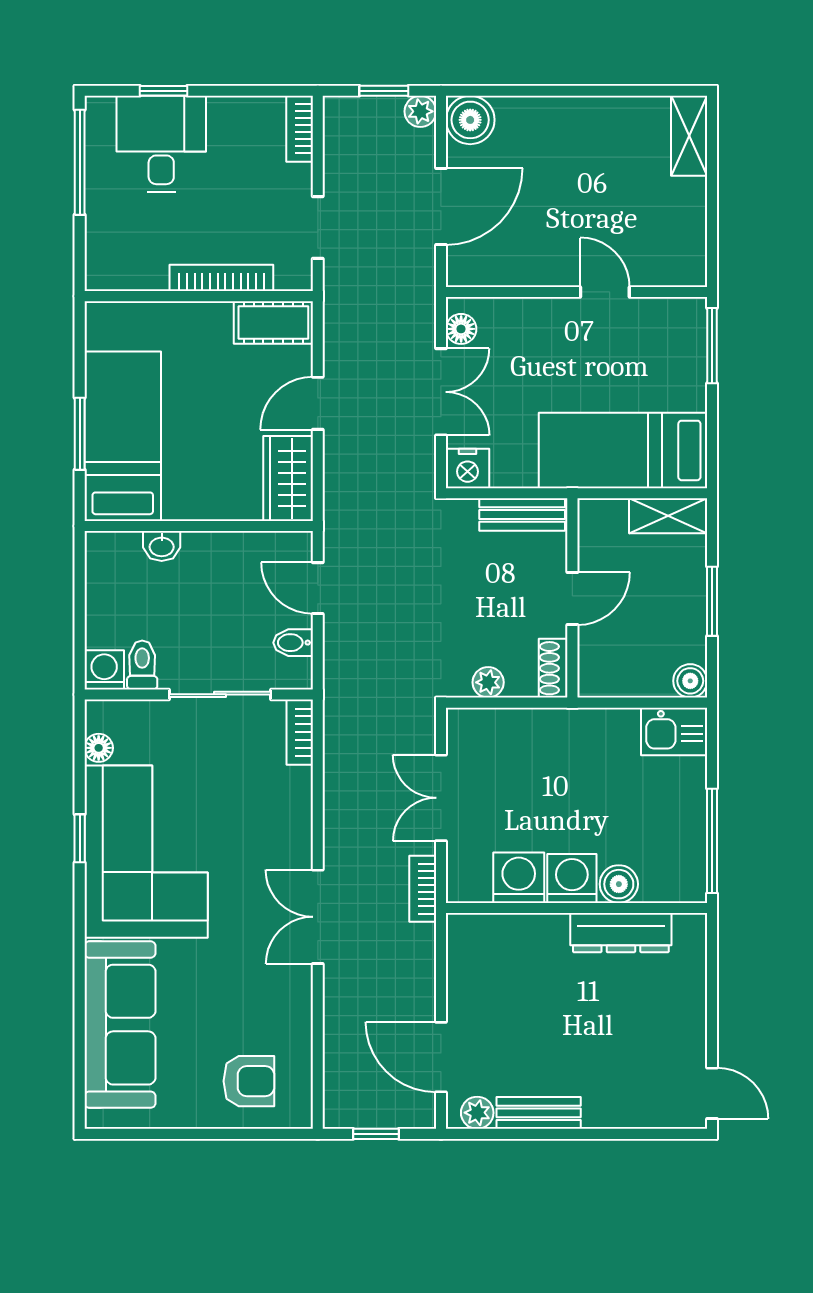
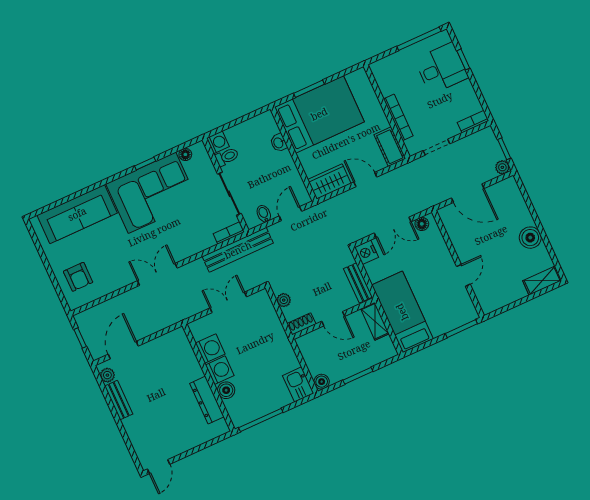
boiler: (470, 120) -> (530, 238), moved
bed: (123, 436) -> (319, 114), width x1.50
shelving: (668, 516) -> (375, 321), moved
bench: (342, 730) -> (238, 250), added
bookcase: (423, 889) -> (188, 312), removed

